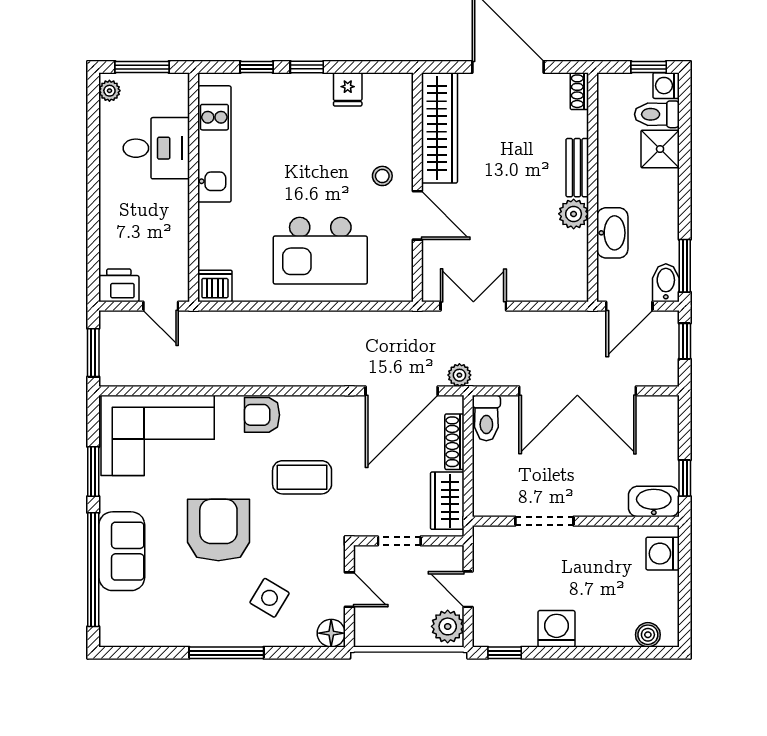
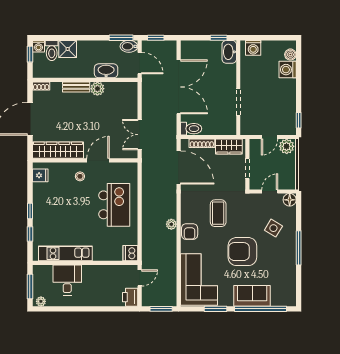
fridge: (348, 89) -> (40, 175), moved
plant: (459, 375) -> (171, 224), moved
washing machine: (556, 629) -> (288, 70), moved

